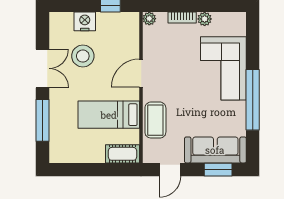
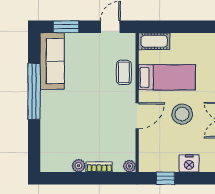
stool: (83, 56) -> (182, 114), moved
corner sofa: (223, 68) -> (61, 120), removed
coffee table: (155, 120) -> (124, 72), width x0.73, depth x0.77
sofa: (215, 150) -> (52, 61), moved, turned -90

